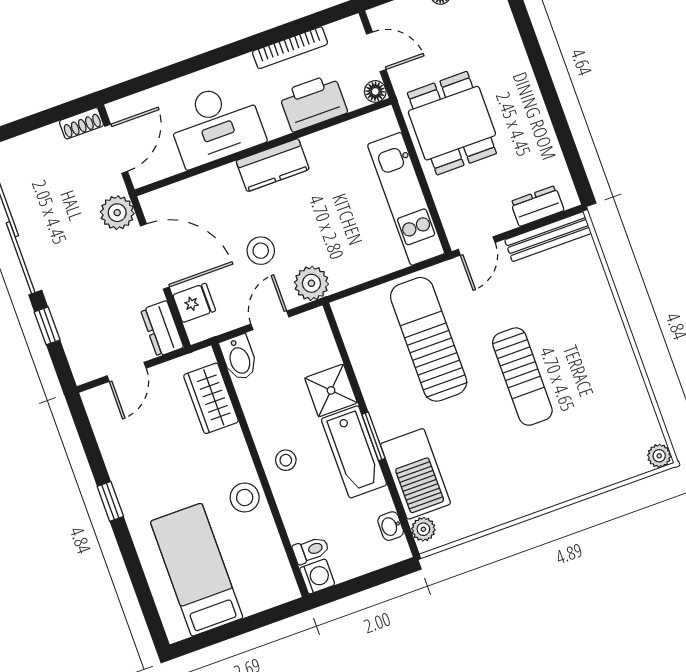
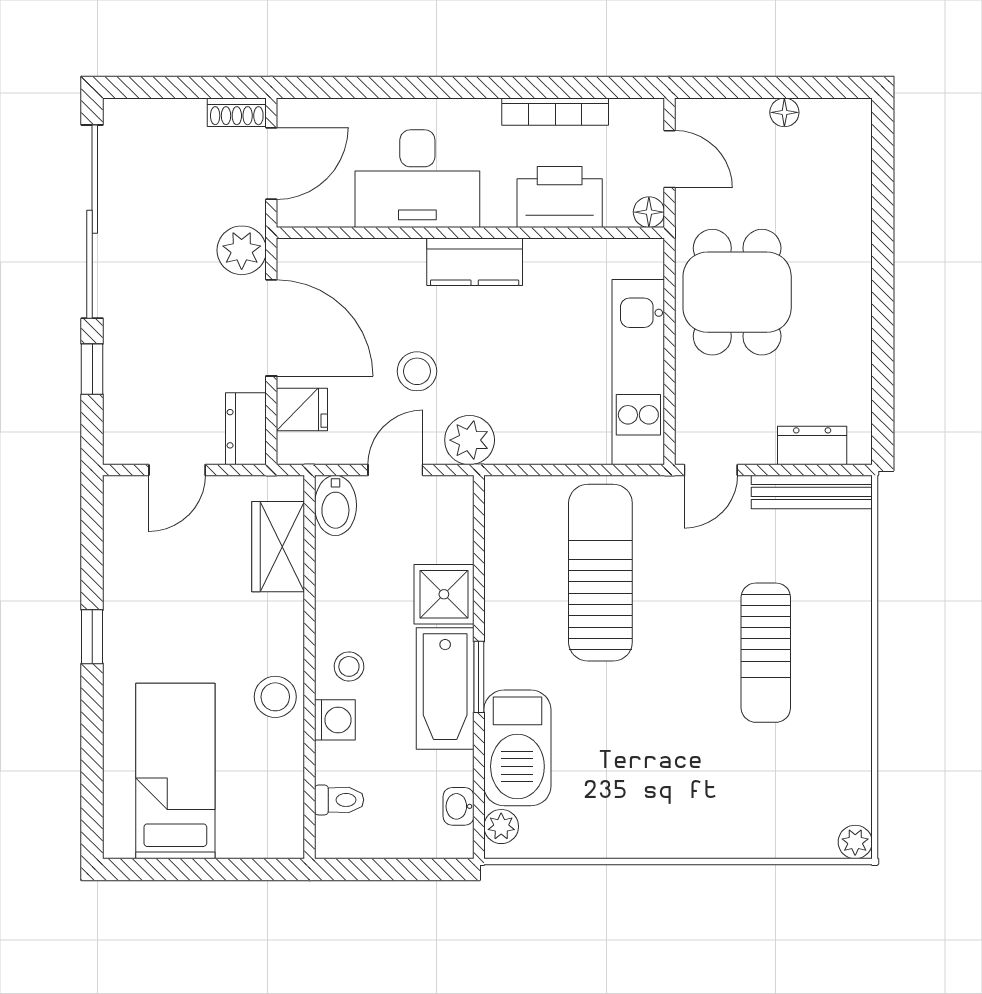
sun lounger: (522, 377) -> (766, 653), moved
washing machine: (317, 576) -> (335, 720), moved

